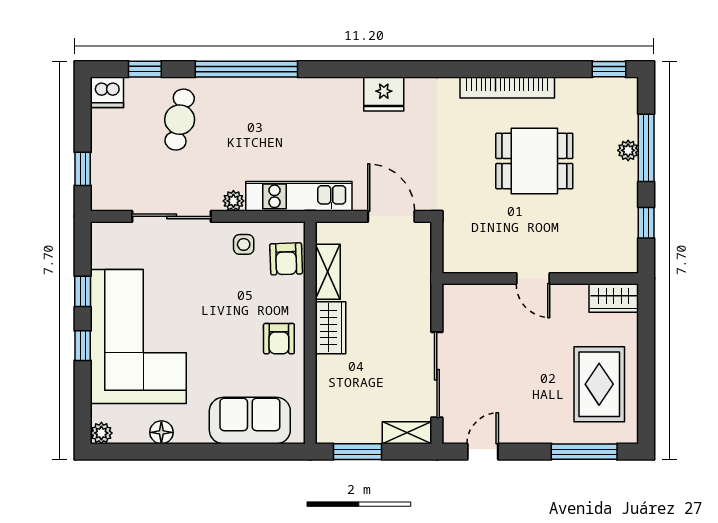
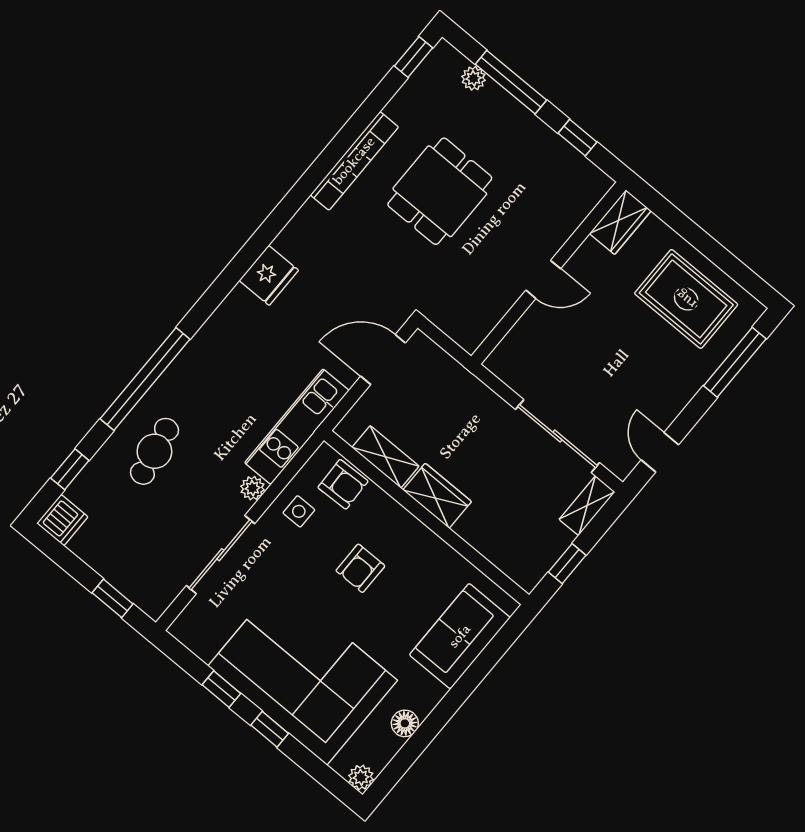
cafe table: (180, 120) -> (154, 451), moved, turned 68
plant: (628, 150) -> (474, 78), moved
armchair: (279, 339) -> (360, 568), moved, turned 90
window: (357, 452) -> (567, 564), width x0.67

